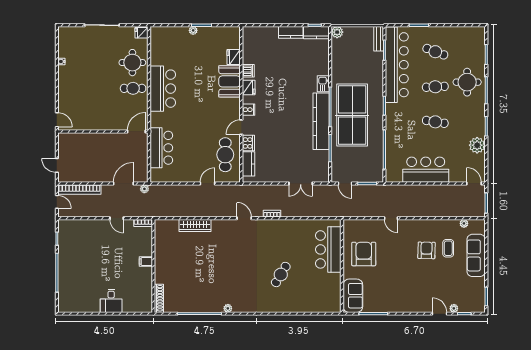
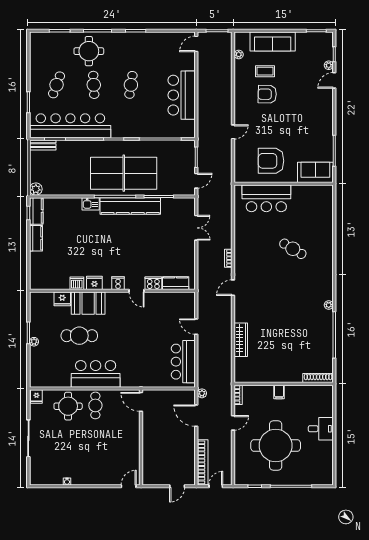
plant: (477, 145) -> (156, 41), removed
bar counter: (161, 148) -> (183, 362), moved, turned -90
cafe table: (225, 155) -> (79, 336), moved
round table: (95, 258) -> (276, 446), added

